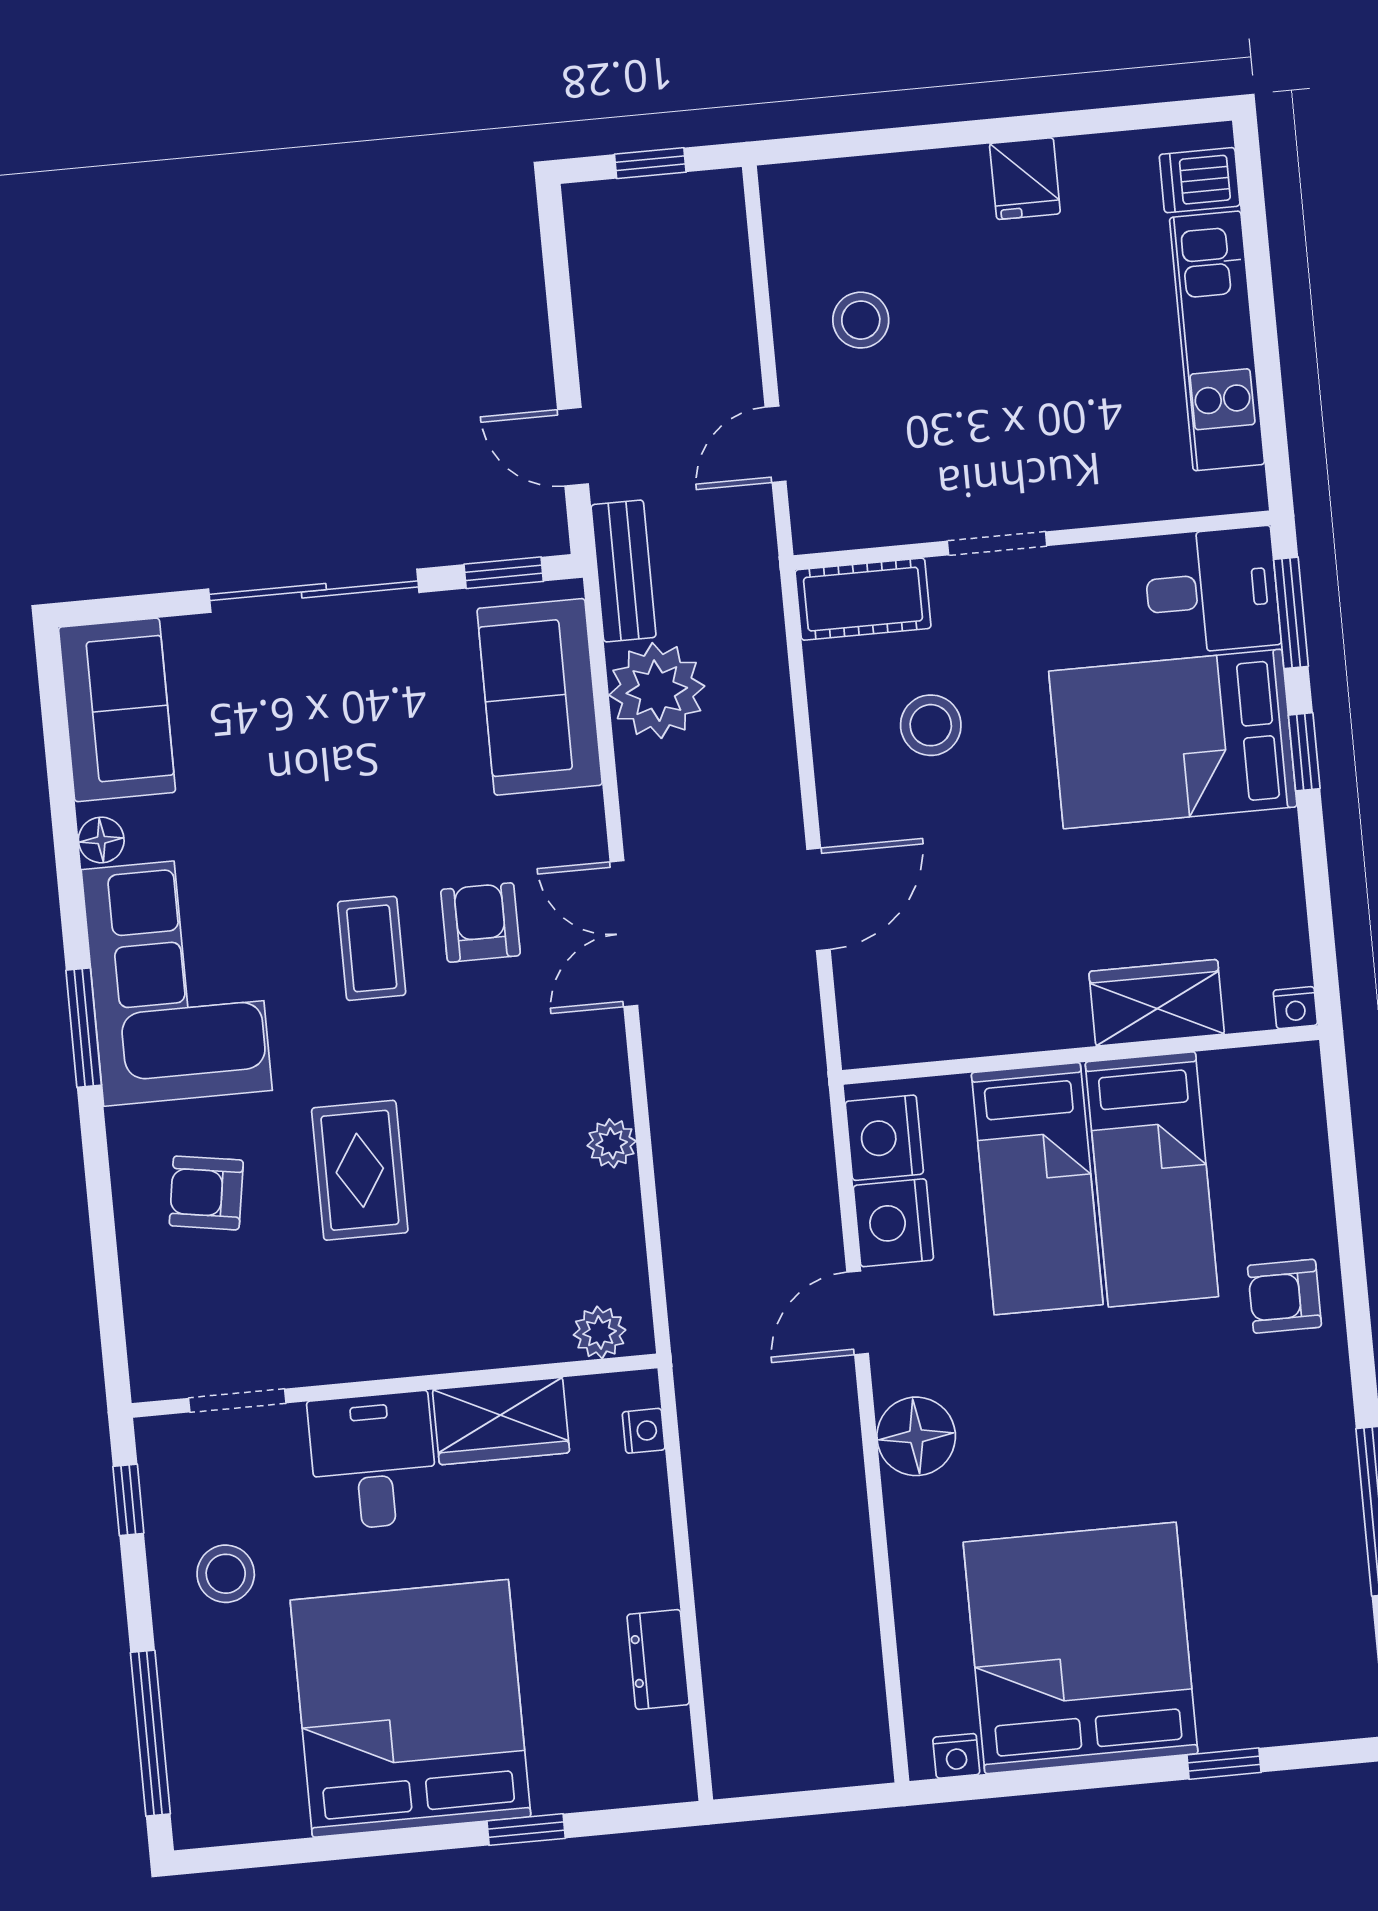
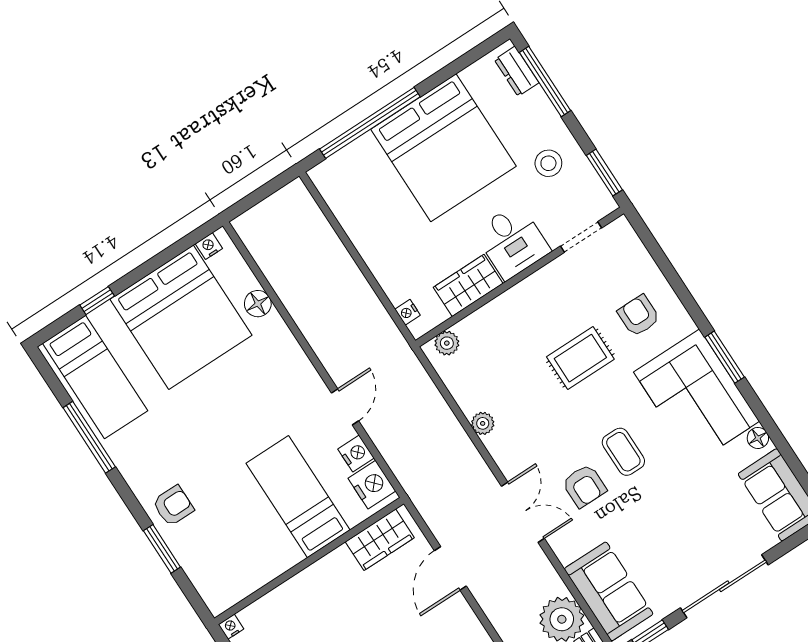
wardrobe: (1157, 1003) -> (380, 540), moved
rug: (360, 1170) -> (580, 358), turned 90
bed: (1152, 1179) -> (95, 377), moved, turned 180
armchair: (206, 1193) -> (639, 316), turned -99
nightstand: (893, 1223) -> (356, 453), width x0.74, depth x0.75
window: (1349, 1225) -> (162, 549), added
floor lamp: (916, 1436) -> (258, 304), moved, width x0.73, depth x0.73
window: (128, 1500) -> (604, 173), width x1.50
dresser: (658, 1660) -> (517, 71), moved, turned 180
window: (526, 1830) -> (370, 123), width x3.17

